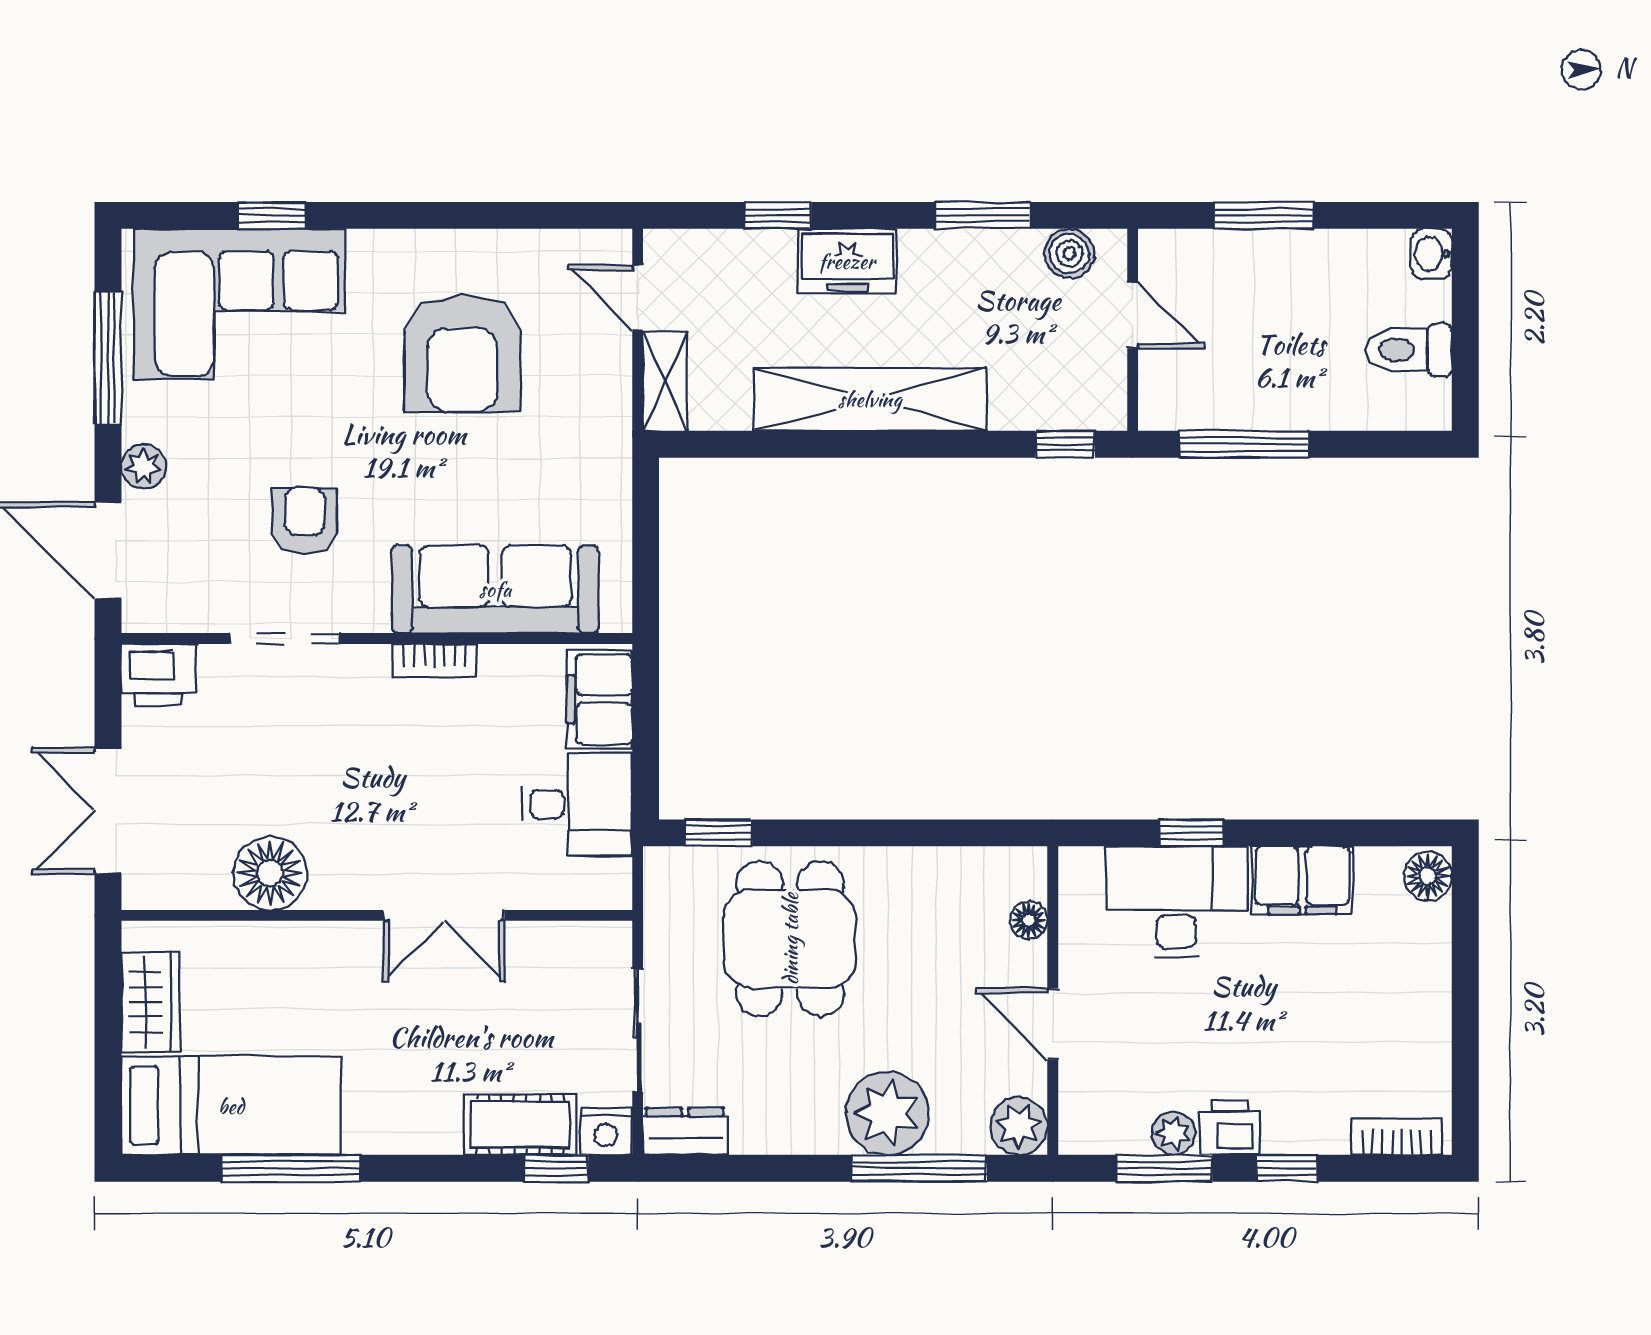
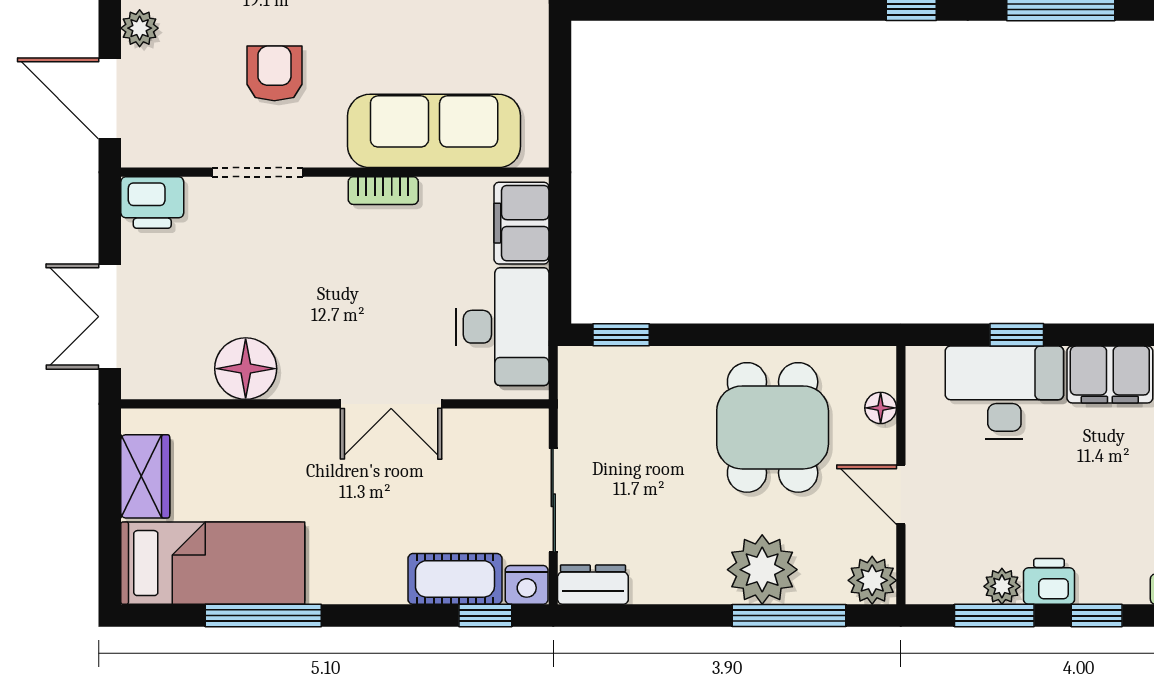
desk: (577, 804) -> (502, 327), width x1.37
dining table: (790, 939) -> (773, 427), moved

